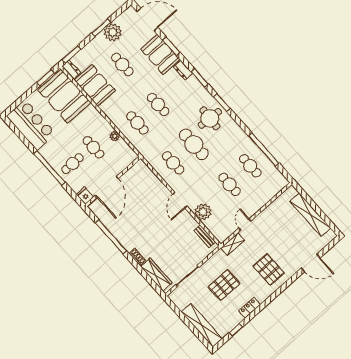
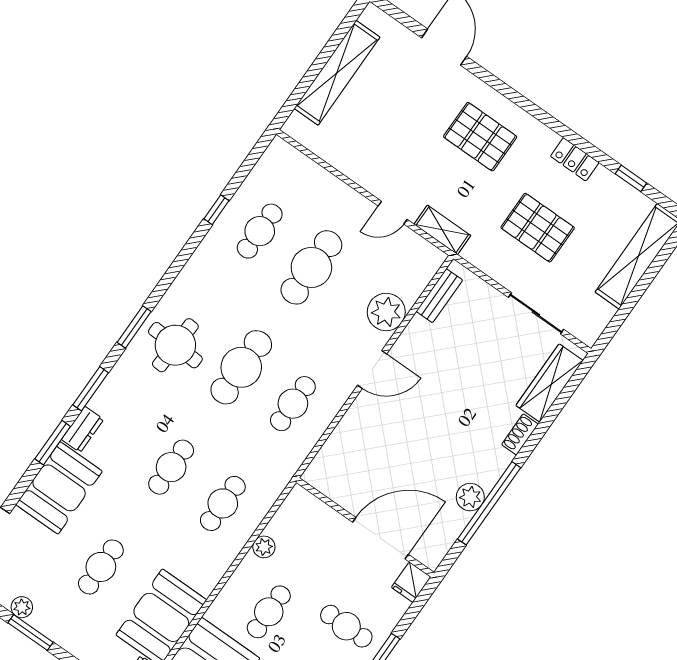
plant: (113, 32) -> (22, 607), width x0.53, depth x0.53
window: (171, 46) -> (53, 443), moved
cafe table: (93, 147) -> (269, 612), moved
window: (264, 149) -> (216, 210), width x0.32
cafe table: (230, 184) -> (311, 267), width x1.37, depth x1.35
plant: (115, 229) -> (470, 497), added
pallet: (269, 270) -> (480, 137), turned 90

